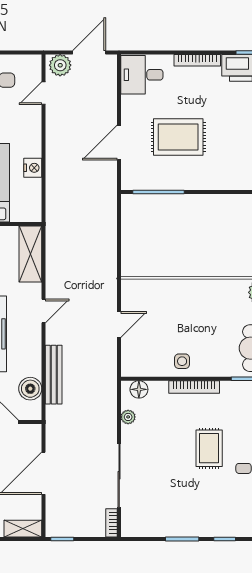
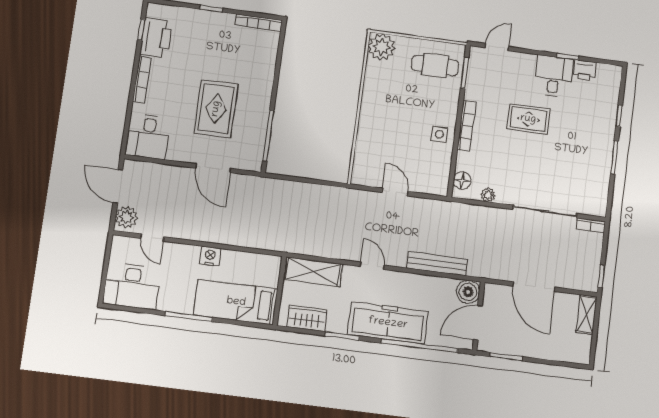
nightstand: (33, 168) -> (210, 256), moved
boiler: (30, 389) -> (468, 292), moved

